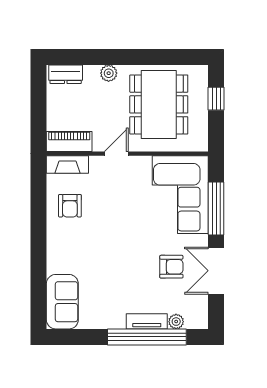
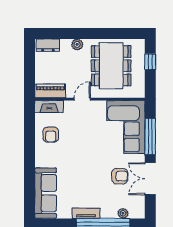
sofa: (62, 302) -> (46, 193), width x1.36
tv unit: (147, 321) -> (86, 213), moved

